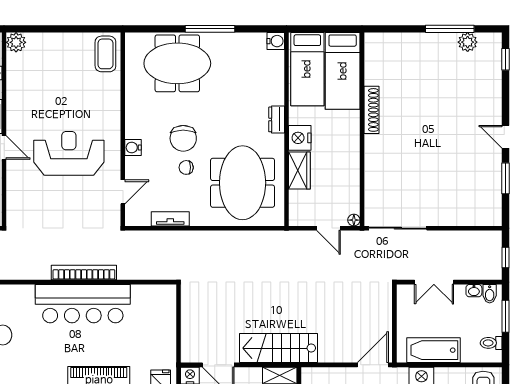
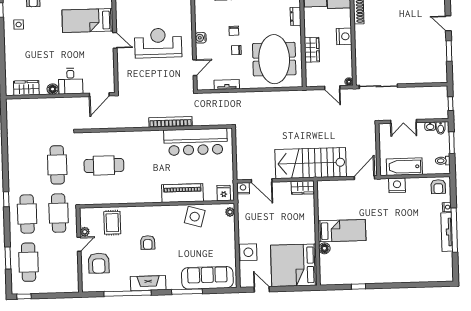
chair: (183, 138) -> (234, 31), width x0.54, depth x0.54
nightstand: (300, 138) -> (344, 36), moved, turned 180
bar counter: (83, 304) -> (196, 142), moved
stairs: (279, 348) -> (311, 163), width x1.36, depth x1.51

